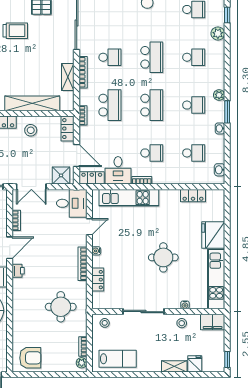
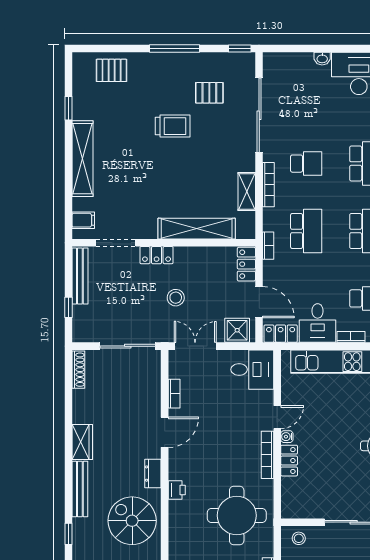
stool: (31, 130) -> (176, 298), moved
double door: (31, 187) -> (195, 346), swing flipped
door: (89, 227) -> (277, 417), moved
printer: (18, 271) -> (177, 490), moved
locker: (98, 280) -> (289, 461), moved
round table: (61, 307) -> (237, 515), width x1.36, depth x1.36

